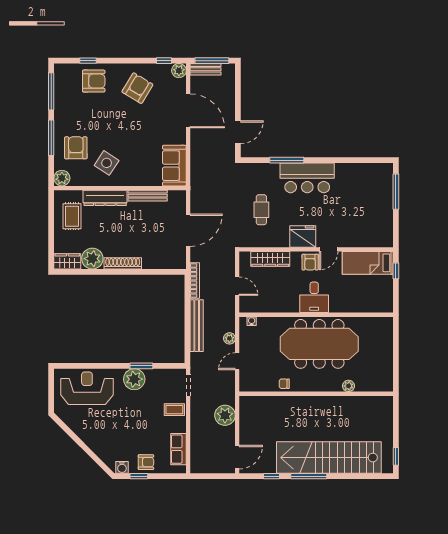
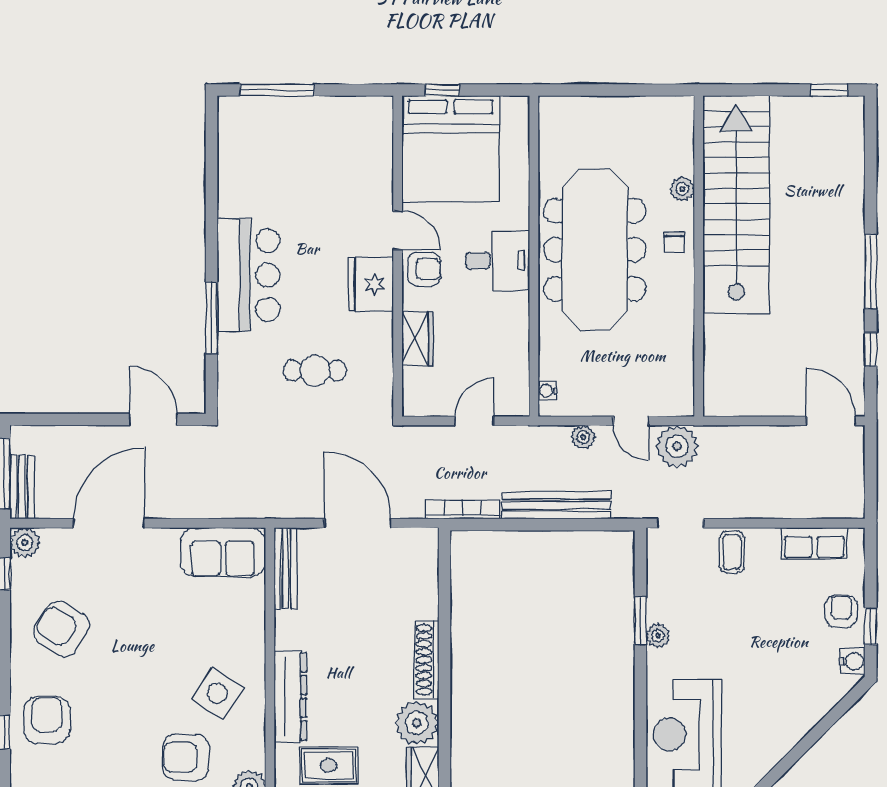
bench: (148, 196) -> (285, 568), moved
wardrobe: (270, 259) -> (418, 339), width x0.67
bed: (368, 263) -> (451, 149), width x2.04
plant: (134, 379) -> (658, 636), width x0.53, depth x0.53
chair: (284, 384) -> (674, 242), moved
plant: (225, 415) -> (677, 446), moved
stairs: (329, 458) -> (736, 205), moved, turned 180

